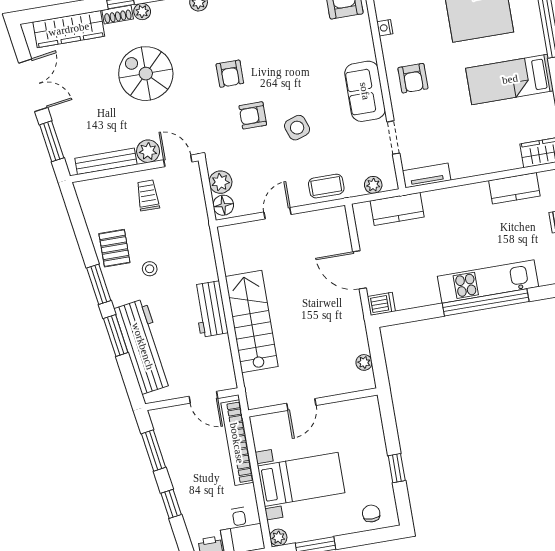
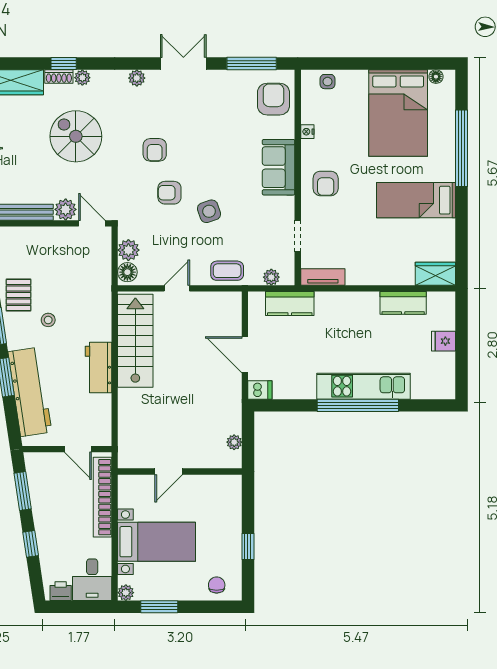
sofa: (365, 91) -> (279, 167), moved
trolley: (148, 195) -> (58, 251), removed
stairs: (252, 321) -> (135, 341), moved

